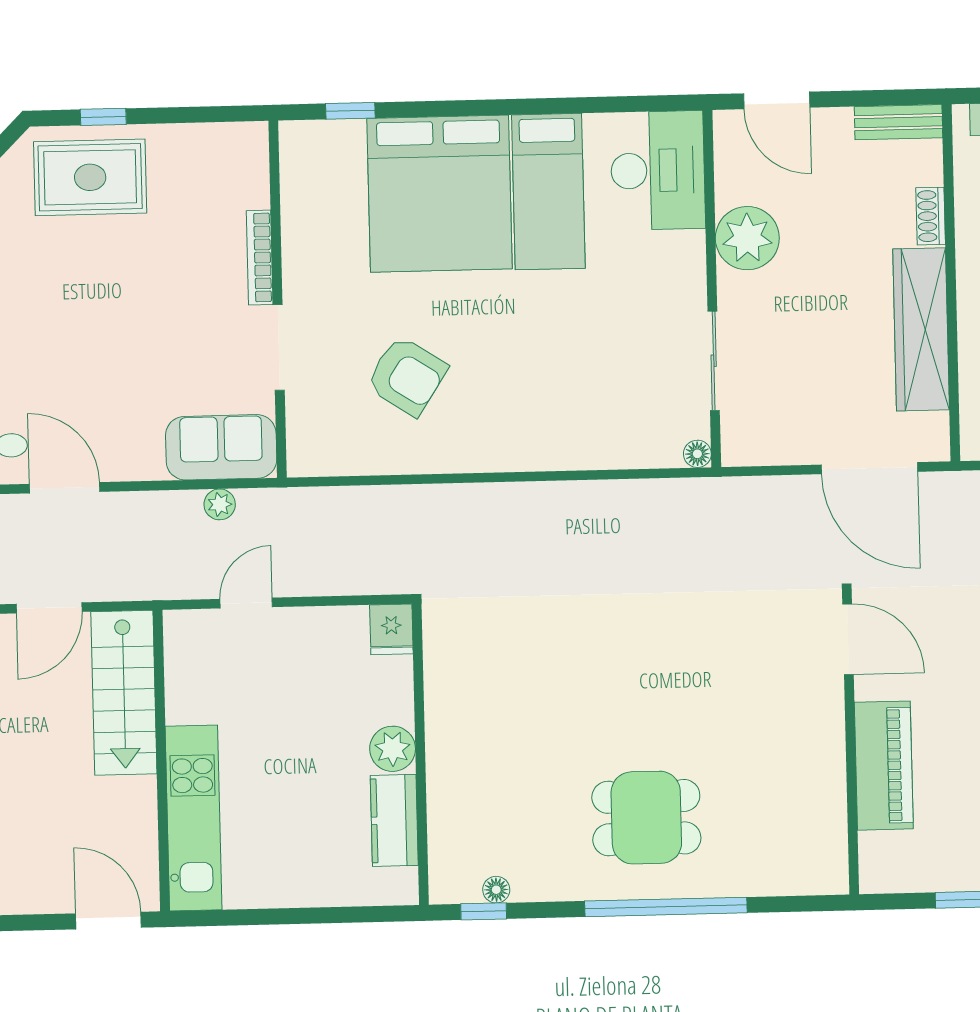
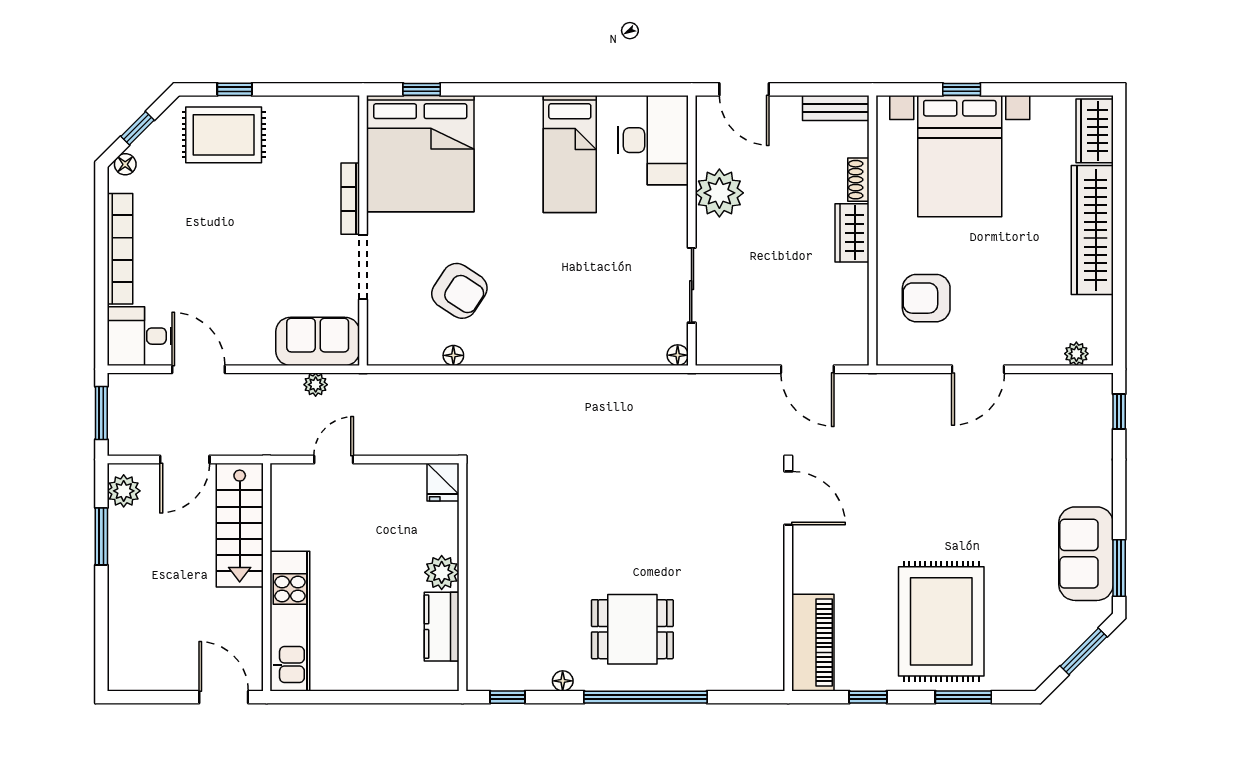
bed: (440, 194) -> (420, 154), moved
wardrobe: (921, 329) -> (852, 233), width x0.48, depth x0.85
floor lamp: (401, 461) -> (453, 355), added
door: (869, 468) -> (807, 369), width x0.73
piano: (884, 766) -> (813, 643), moved
floor lamp: (496, 890) -> (563, 681), moved

